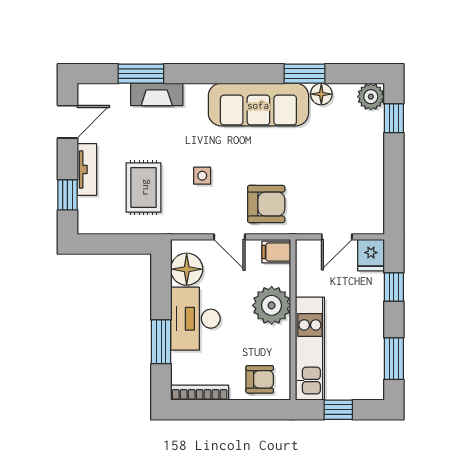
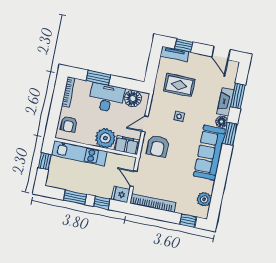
window: (304, 74) -> (230, 134), moved
floor lamp: (321, 94) -> (222, 122), moved
plant: (371, 97) -> (204, 199), moved
tv unit: (87, 169) -> (174, 54), moved
bookcase: (374, 191) -> (153, 203), added
filing cabinet: (276, 252) -> (127, 145), width x2.00
window: (394, 359) -> (75, 197), moved

